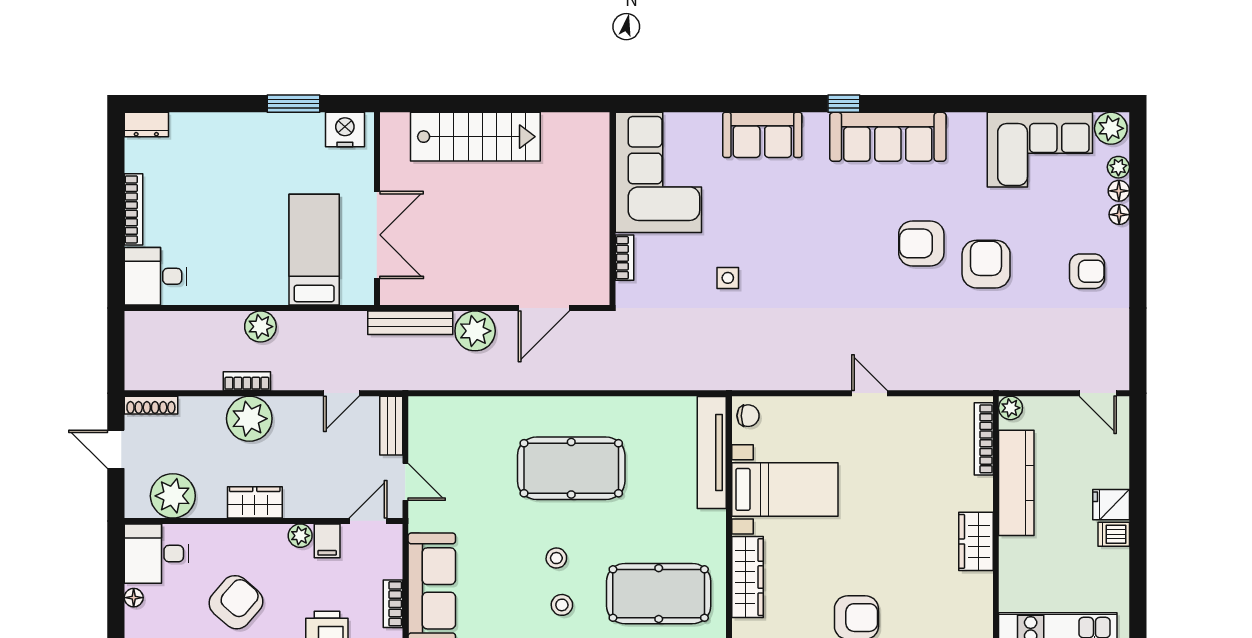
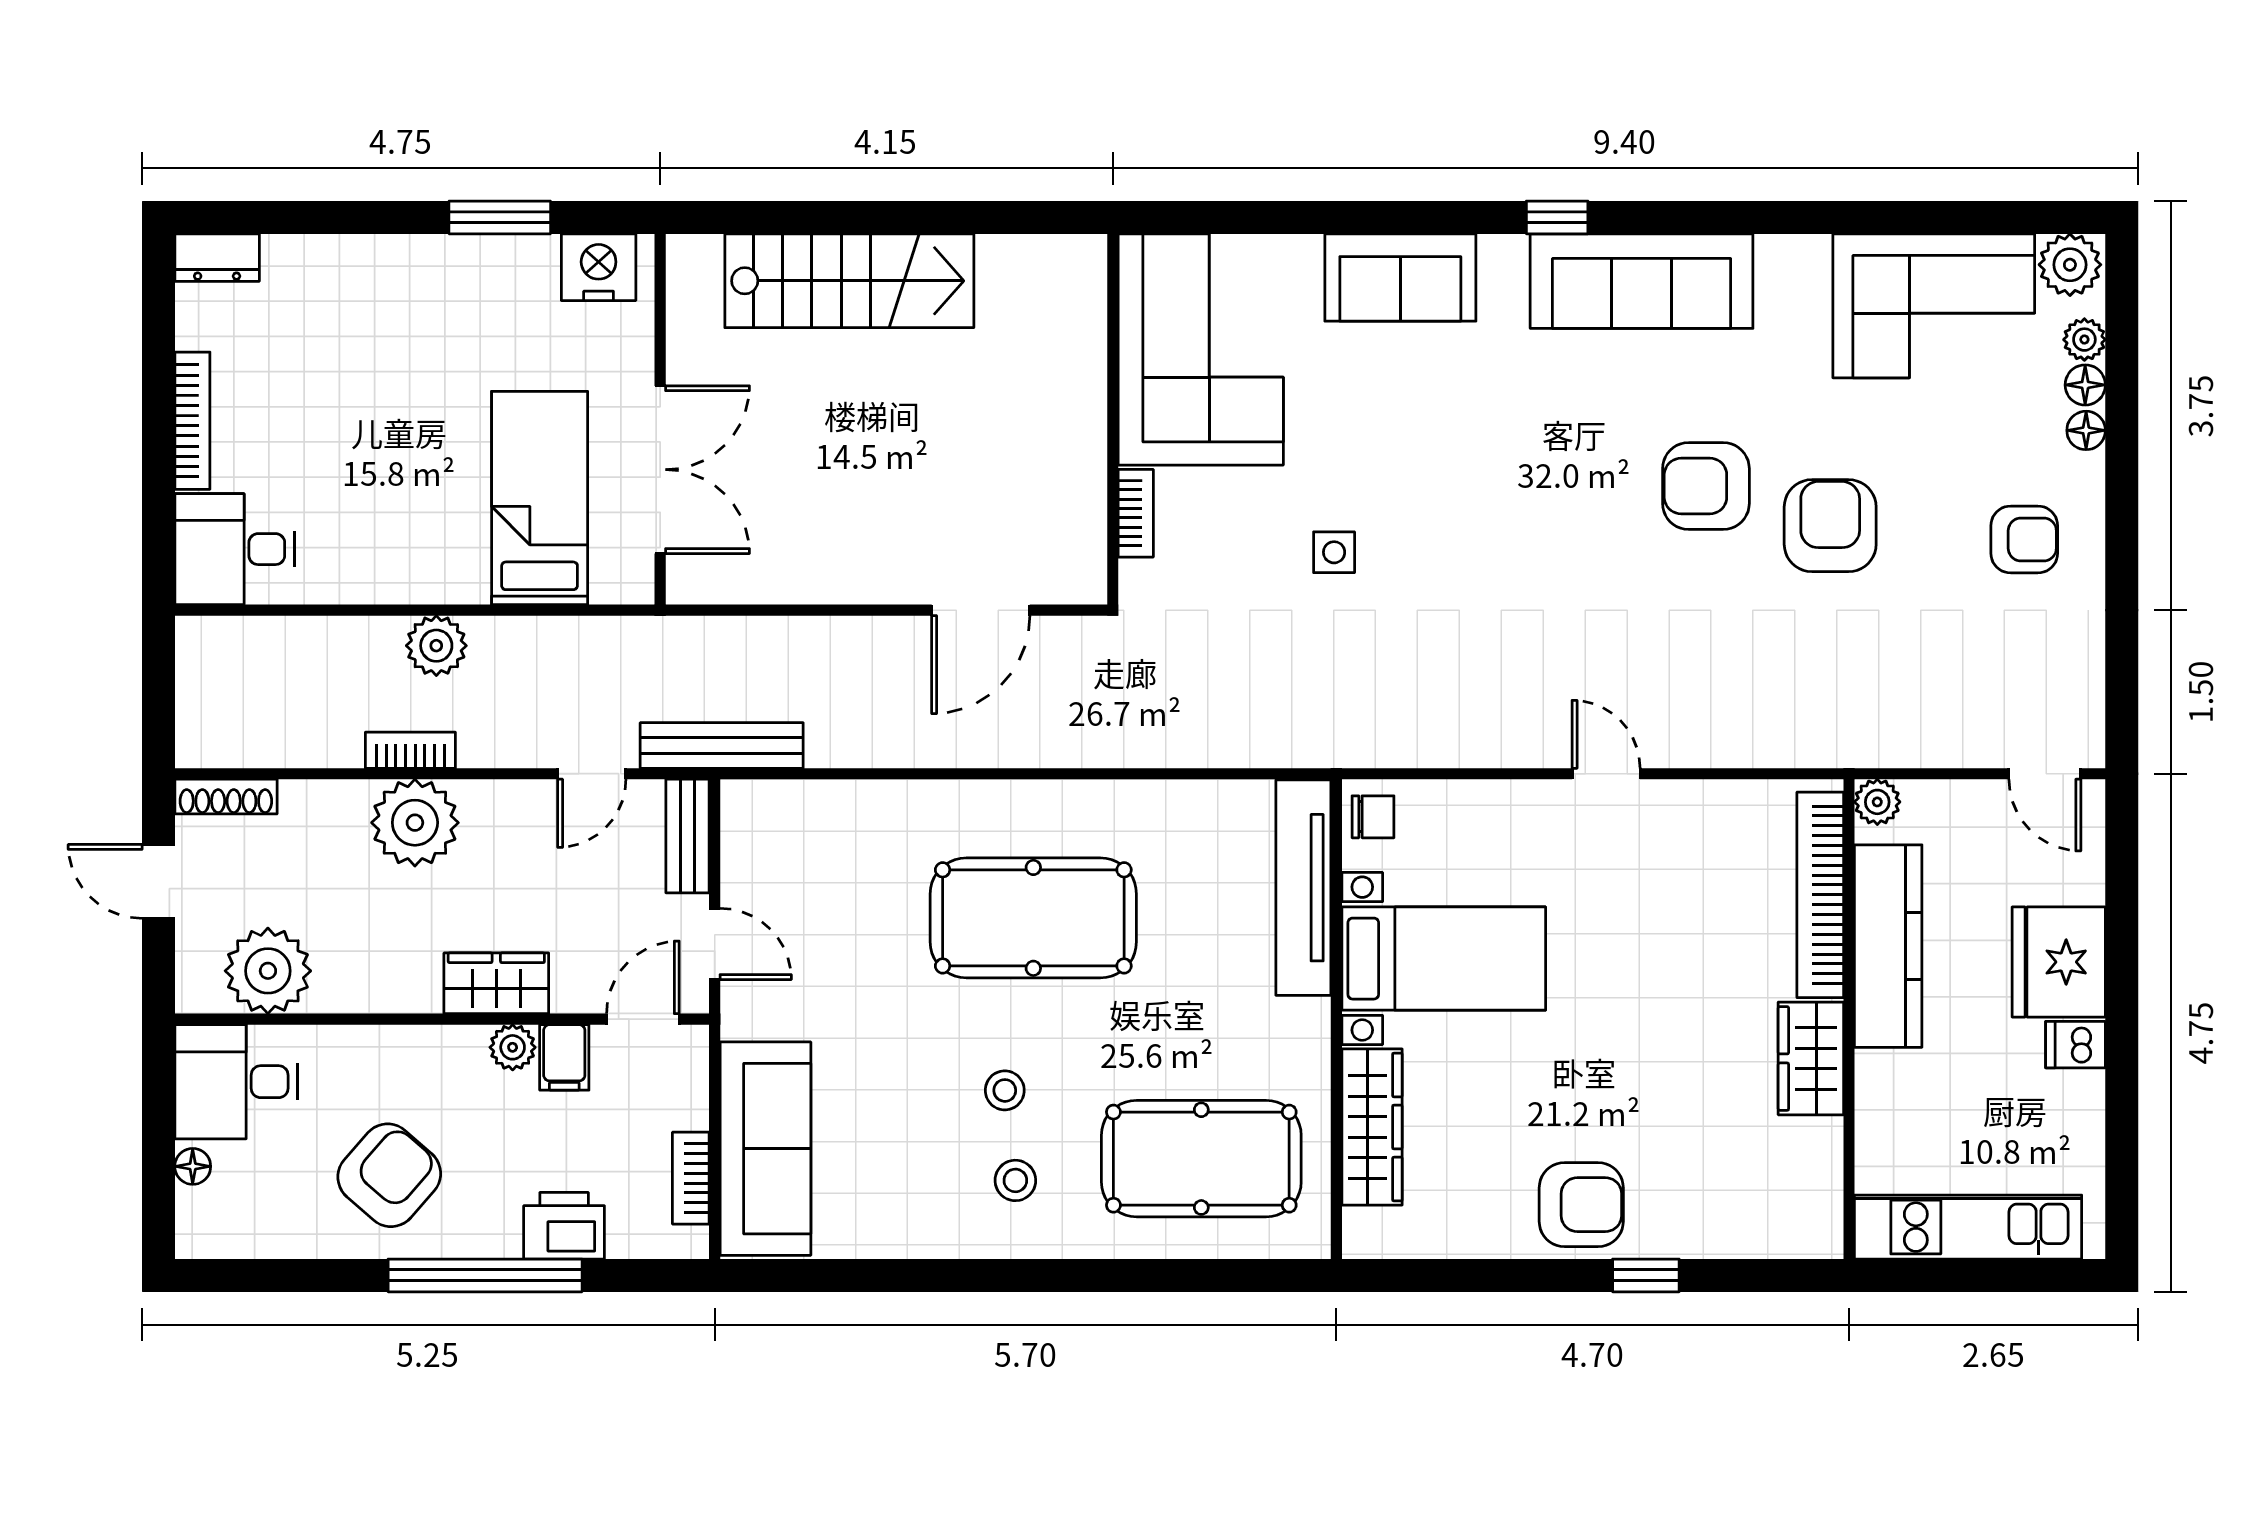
bench: (410, 323) -> (722, 745), moved
plant: (475, 331) -> (849, 654), removed
bookcase: (984, 439) -> (1820, 895), width x1.48, depth x1.31
wardrobe: (255, 502) -> (496, 983), moved
fridge: (1111, 505) -> (2059, 962), width x1.88, depth x1.34

